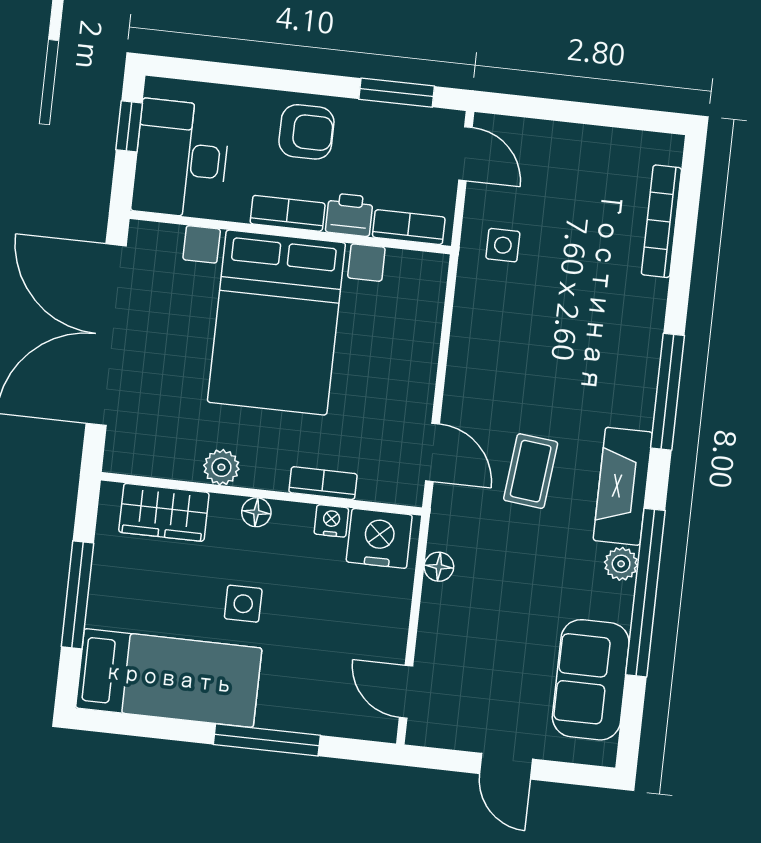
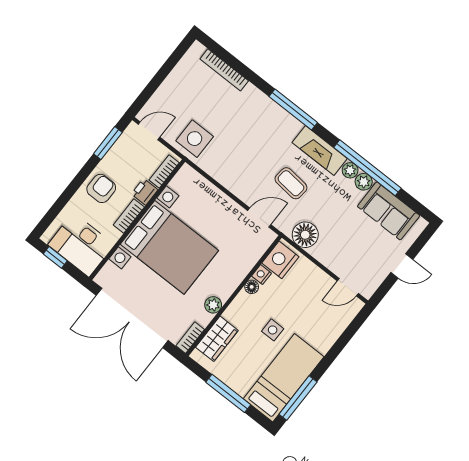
side table: (503, 245) -> (195, 139), width x1.87, depth x1.87
bookcase: (323, 483) -> (190, 338), moved
floor lamp: (256, 512) -> (252, 287), moved
floor lamp: (439, 567) -> (305, 235), width x1.89, depth x1.89
plant: (616, 602) -> (364, 182), added
window: (267, 740) -> (298, 398), moved

